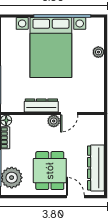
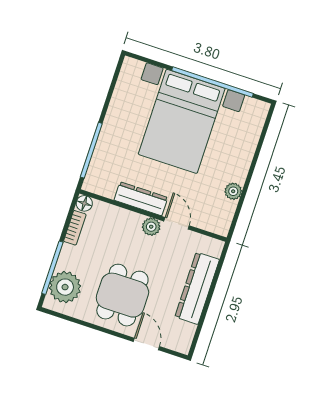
plant: (98, 52) -> (233, 191), moved
door: (69, 114) -> (177, 223), swing flipped
dresser: (96, 168) -> (197, 288), moved

